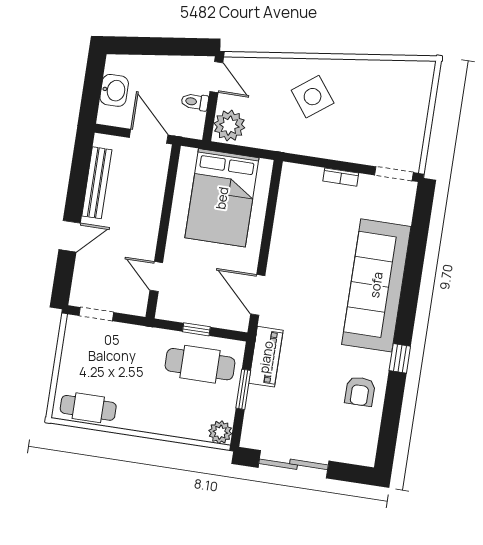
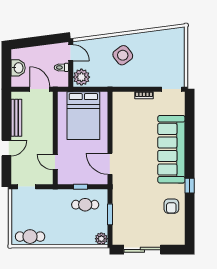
piano: (266, 357) -> (119, 195), removed
cafe table: (200, 364) -> (85, 205), width x0.73, depth x0.74

